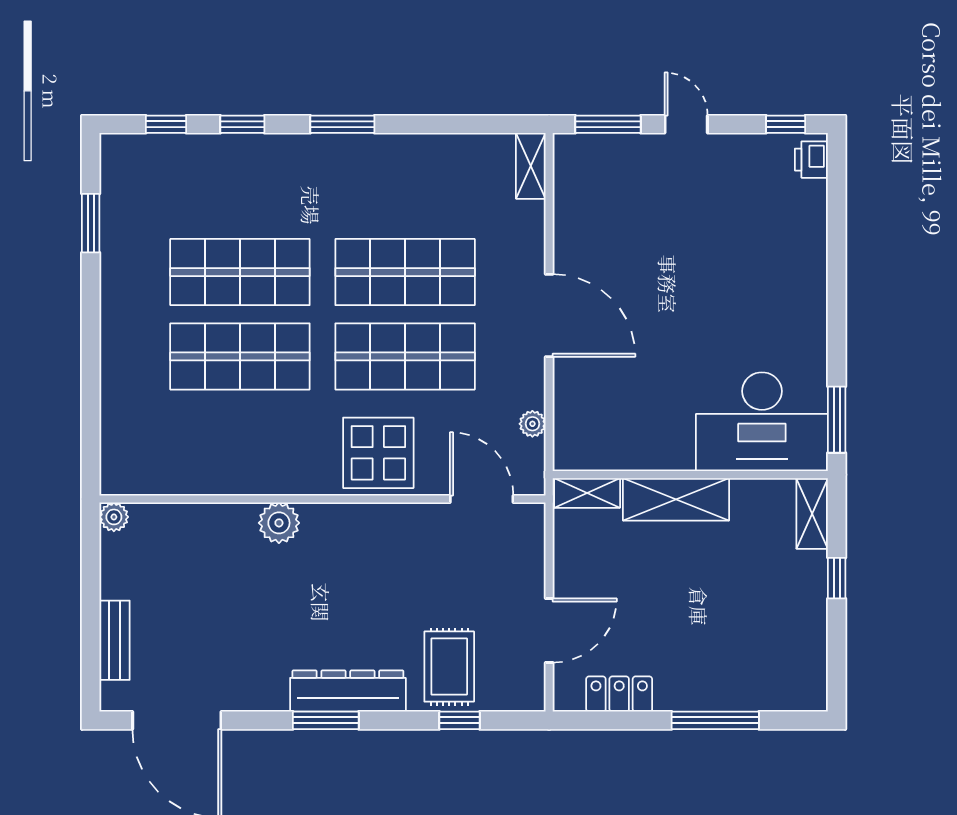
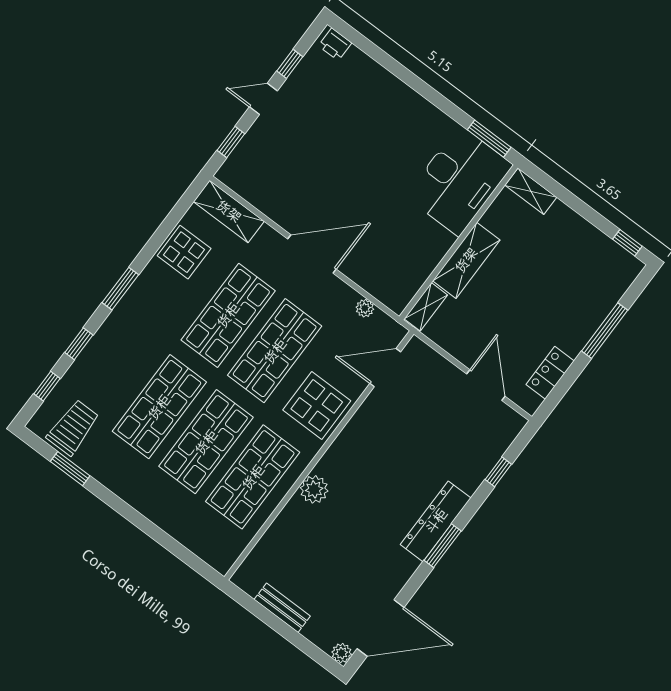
window: (608, 124) -> (231, 142), width x0.67
window: (786, 124) -> (290, 64), moved
display table: (440, 166) -> (184, 252), added
shelving: (531, 166) -> (229, 211), width x1.50, depth x1.33
trolley: (141, 190) -> (73, 427), added
shop shelf: (240, 441) -> (253, 477), added
plant: (114, 517) -> (342, 653), moved
window: (837, 578) -> (627, 243), moved
bench: (115, 640) -> (282, 608), moved
rug: (449, 667) -> (464, 455), removed

